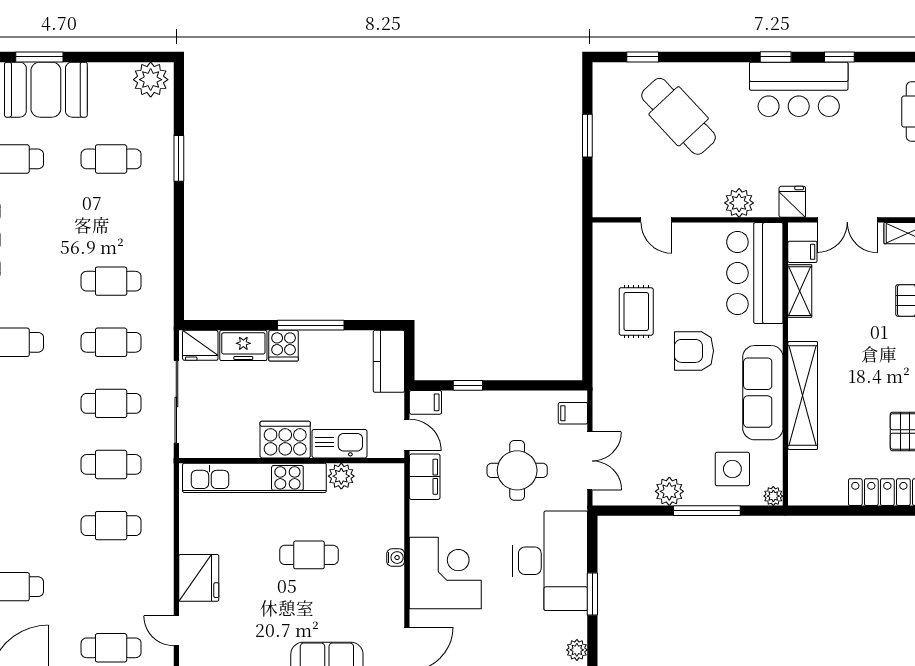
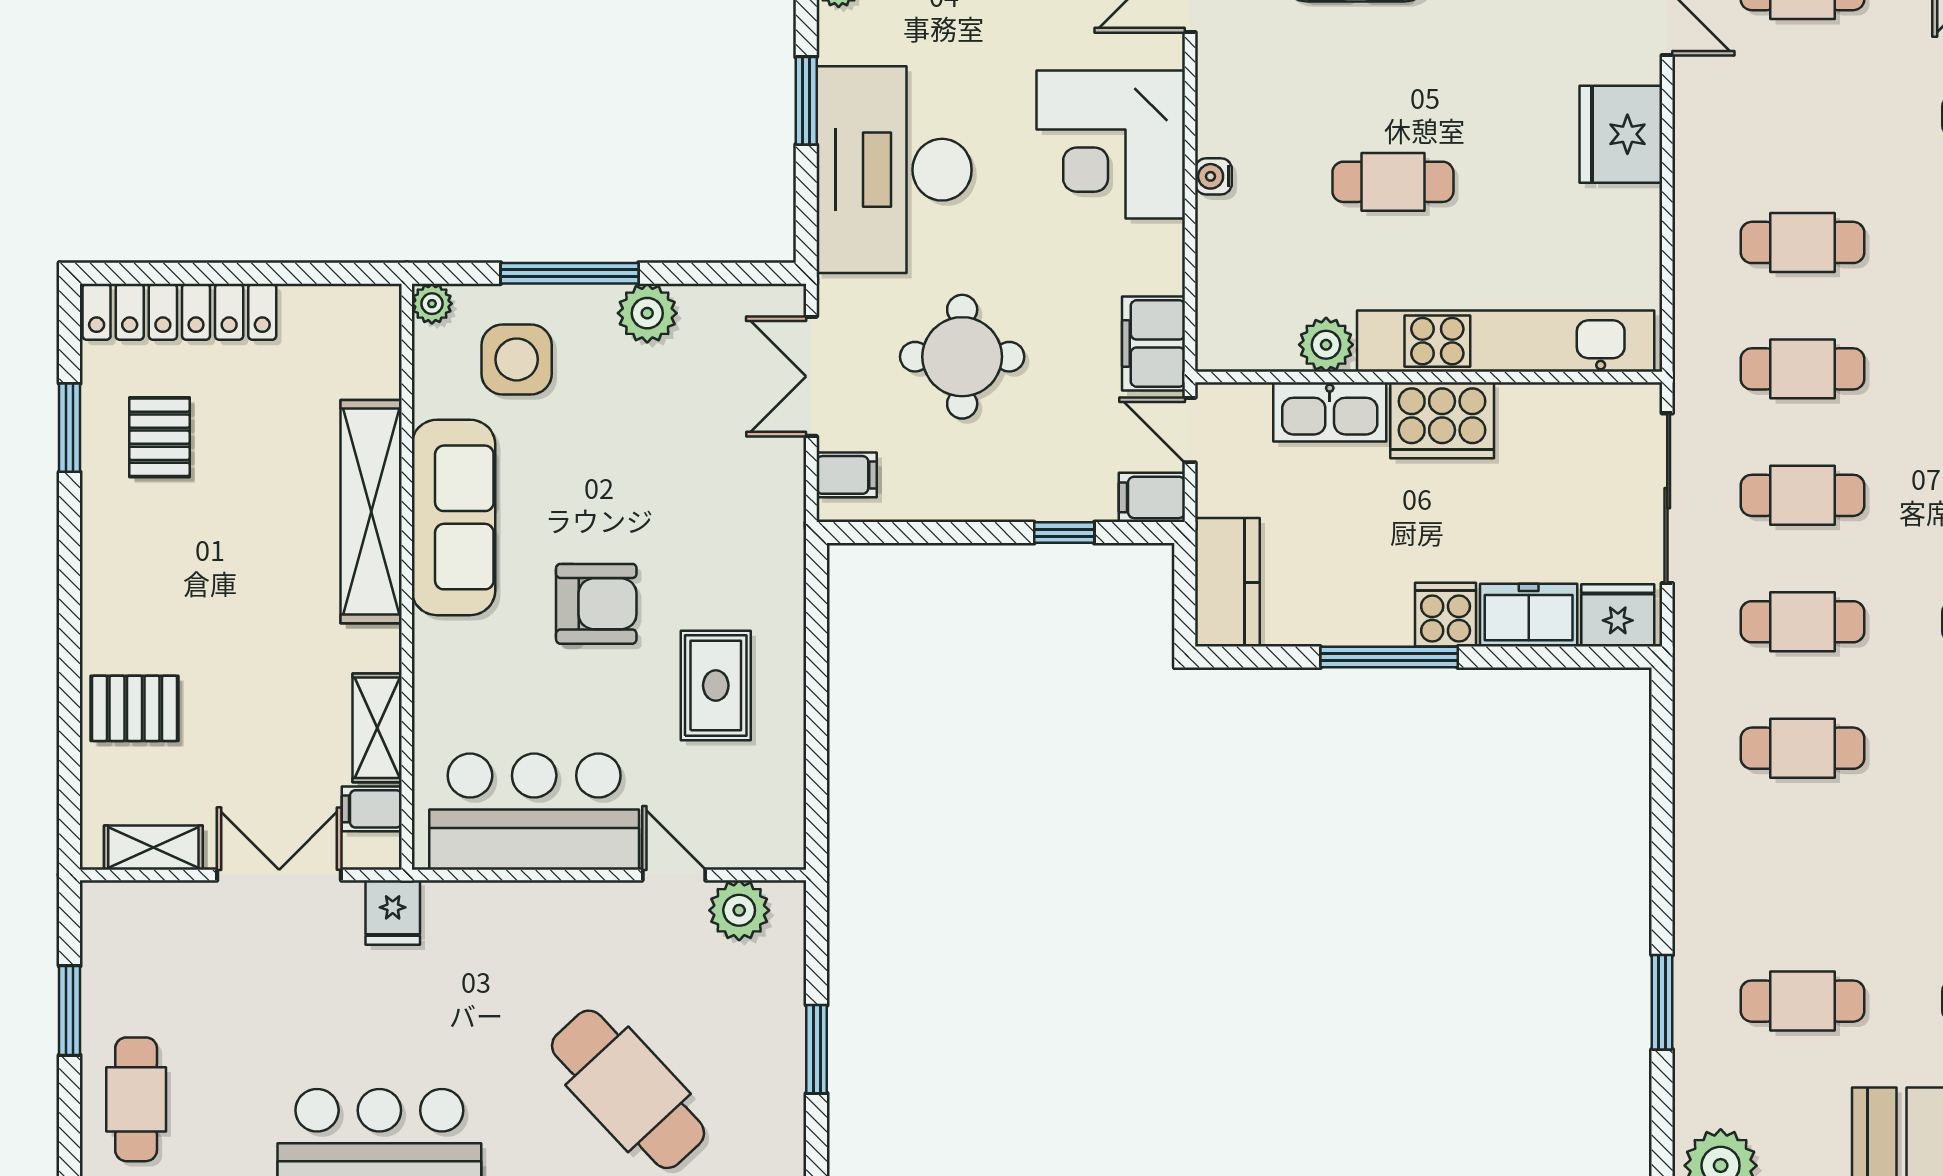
plant: (739, 203) -> (739, 910), moved
bar counter: (755, 273) -> (534, 812), moved, turned -90

